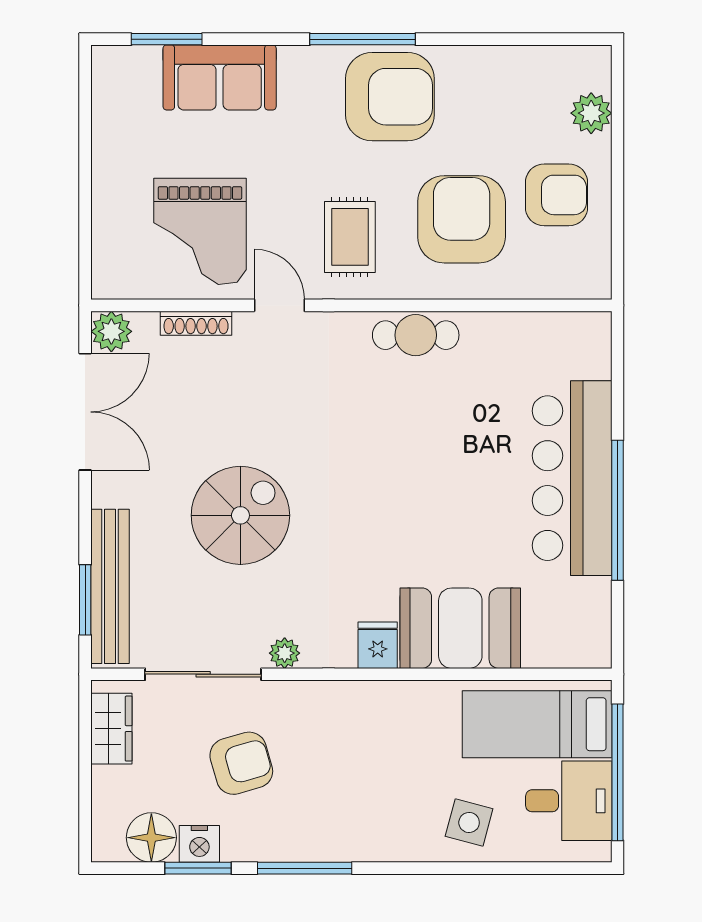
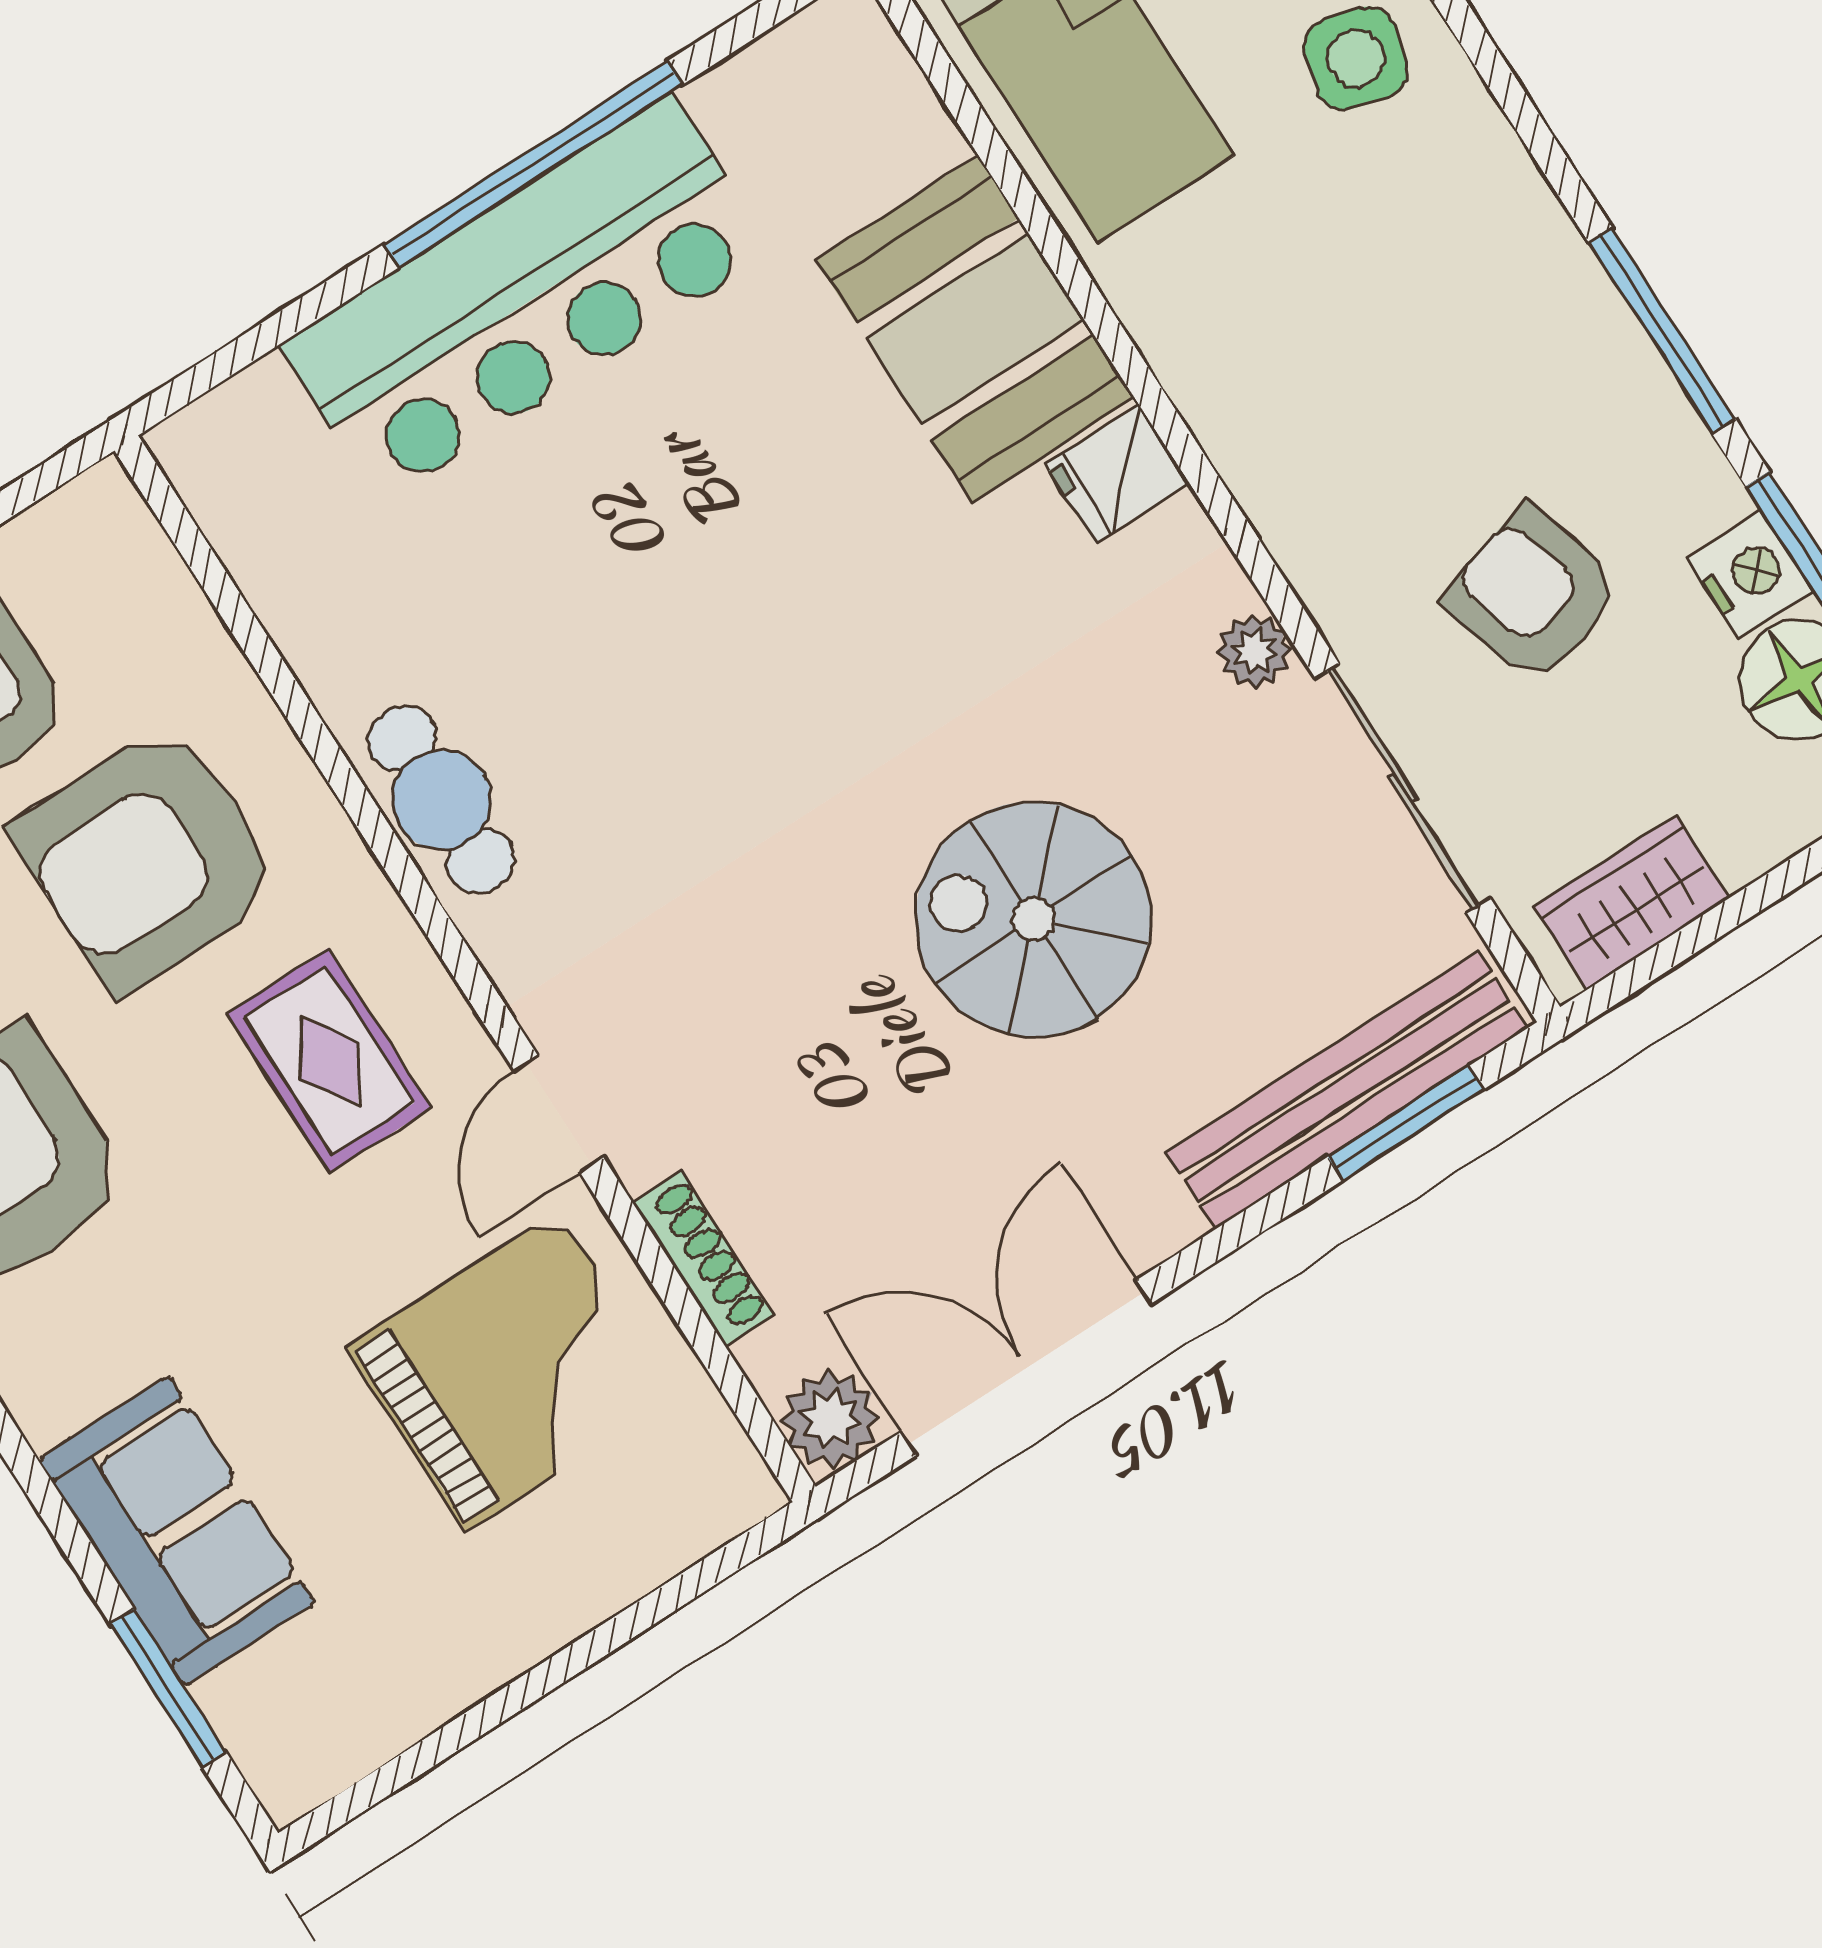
rug: (350, 237) -> (329, 1060), turned 90

